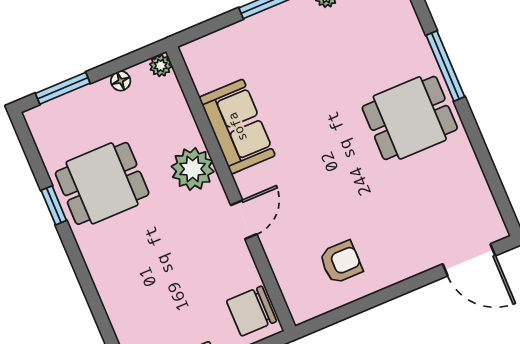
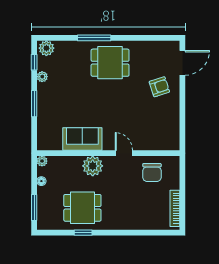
dining table: (410, 118) -> (110, 63), turned 90
dining table: (102, 183) -> (82, 208), turned 90
armchair: (341, 262) -> (159, 87), moved, turned 72
chair: (252, 311) -> (152, 172), moved

